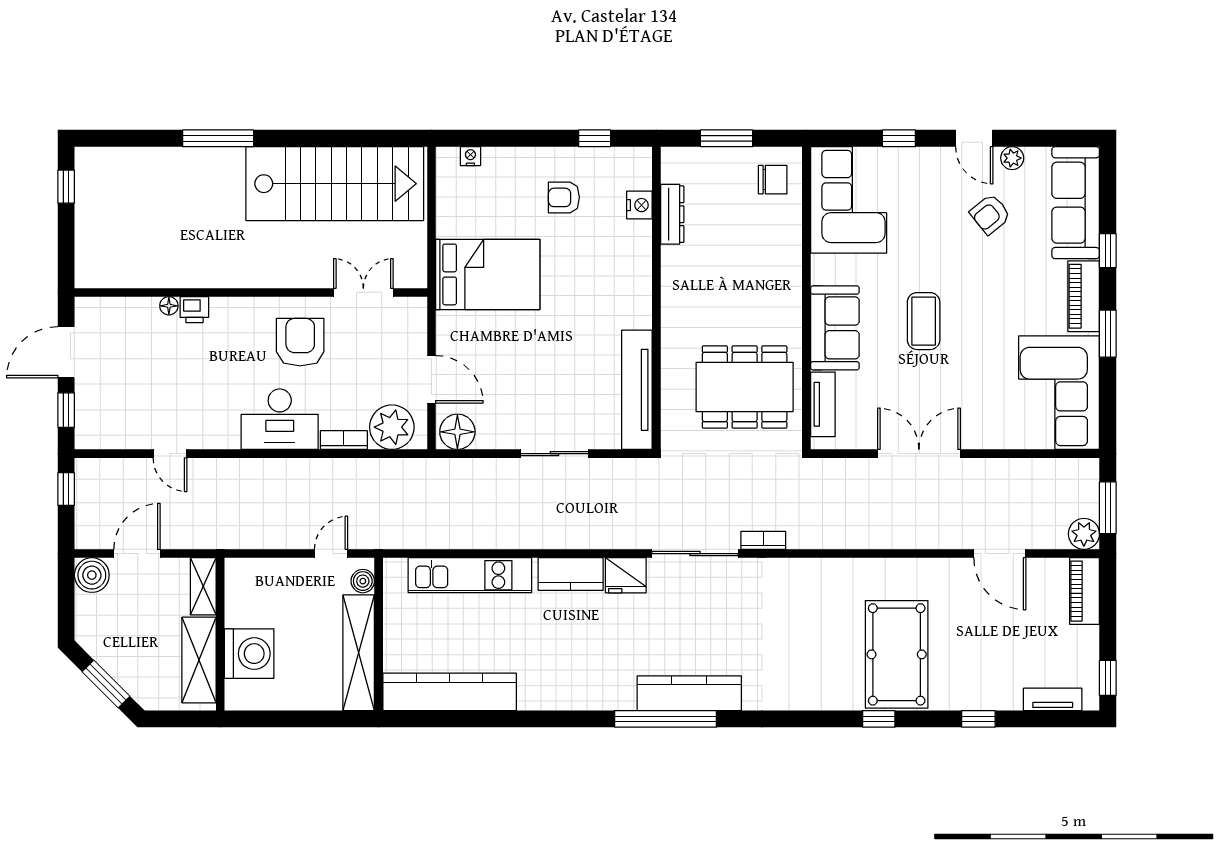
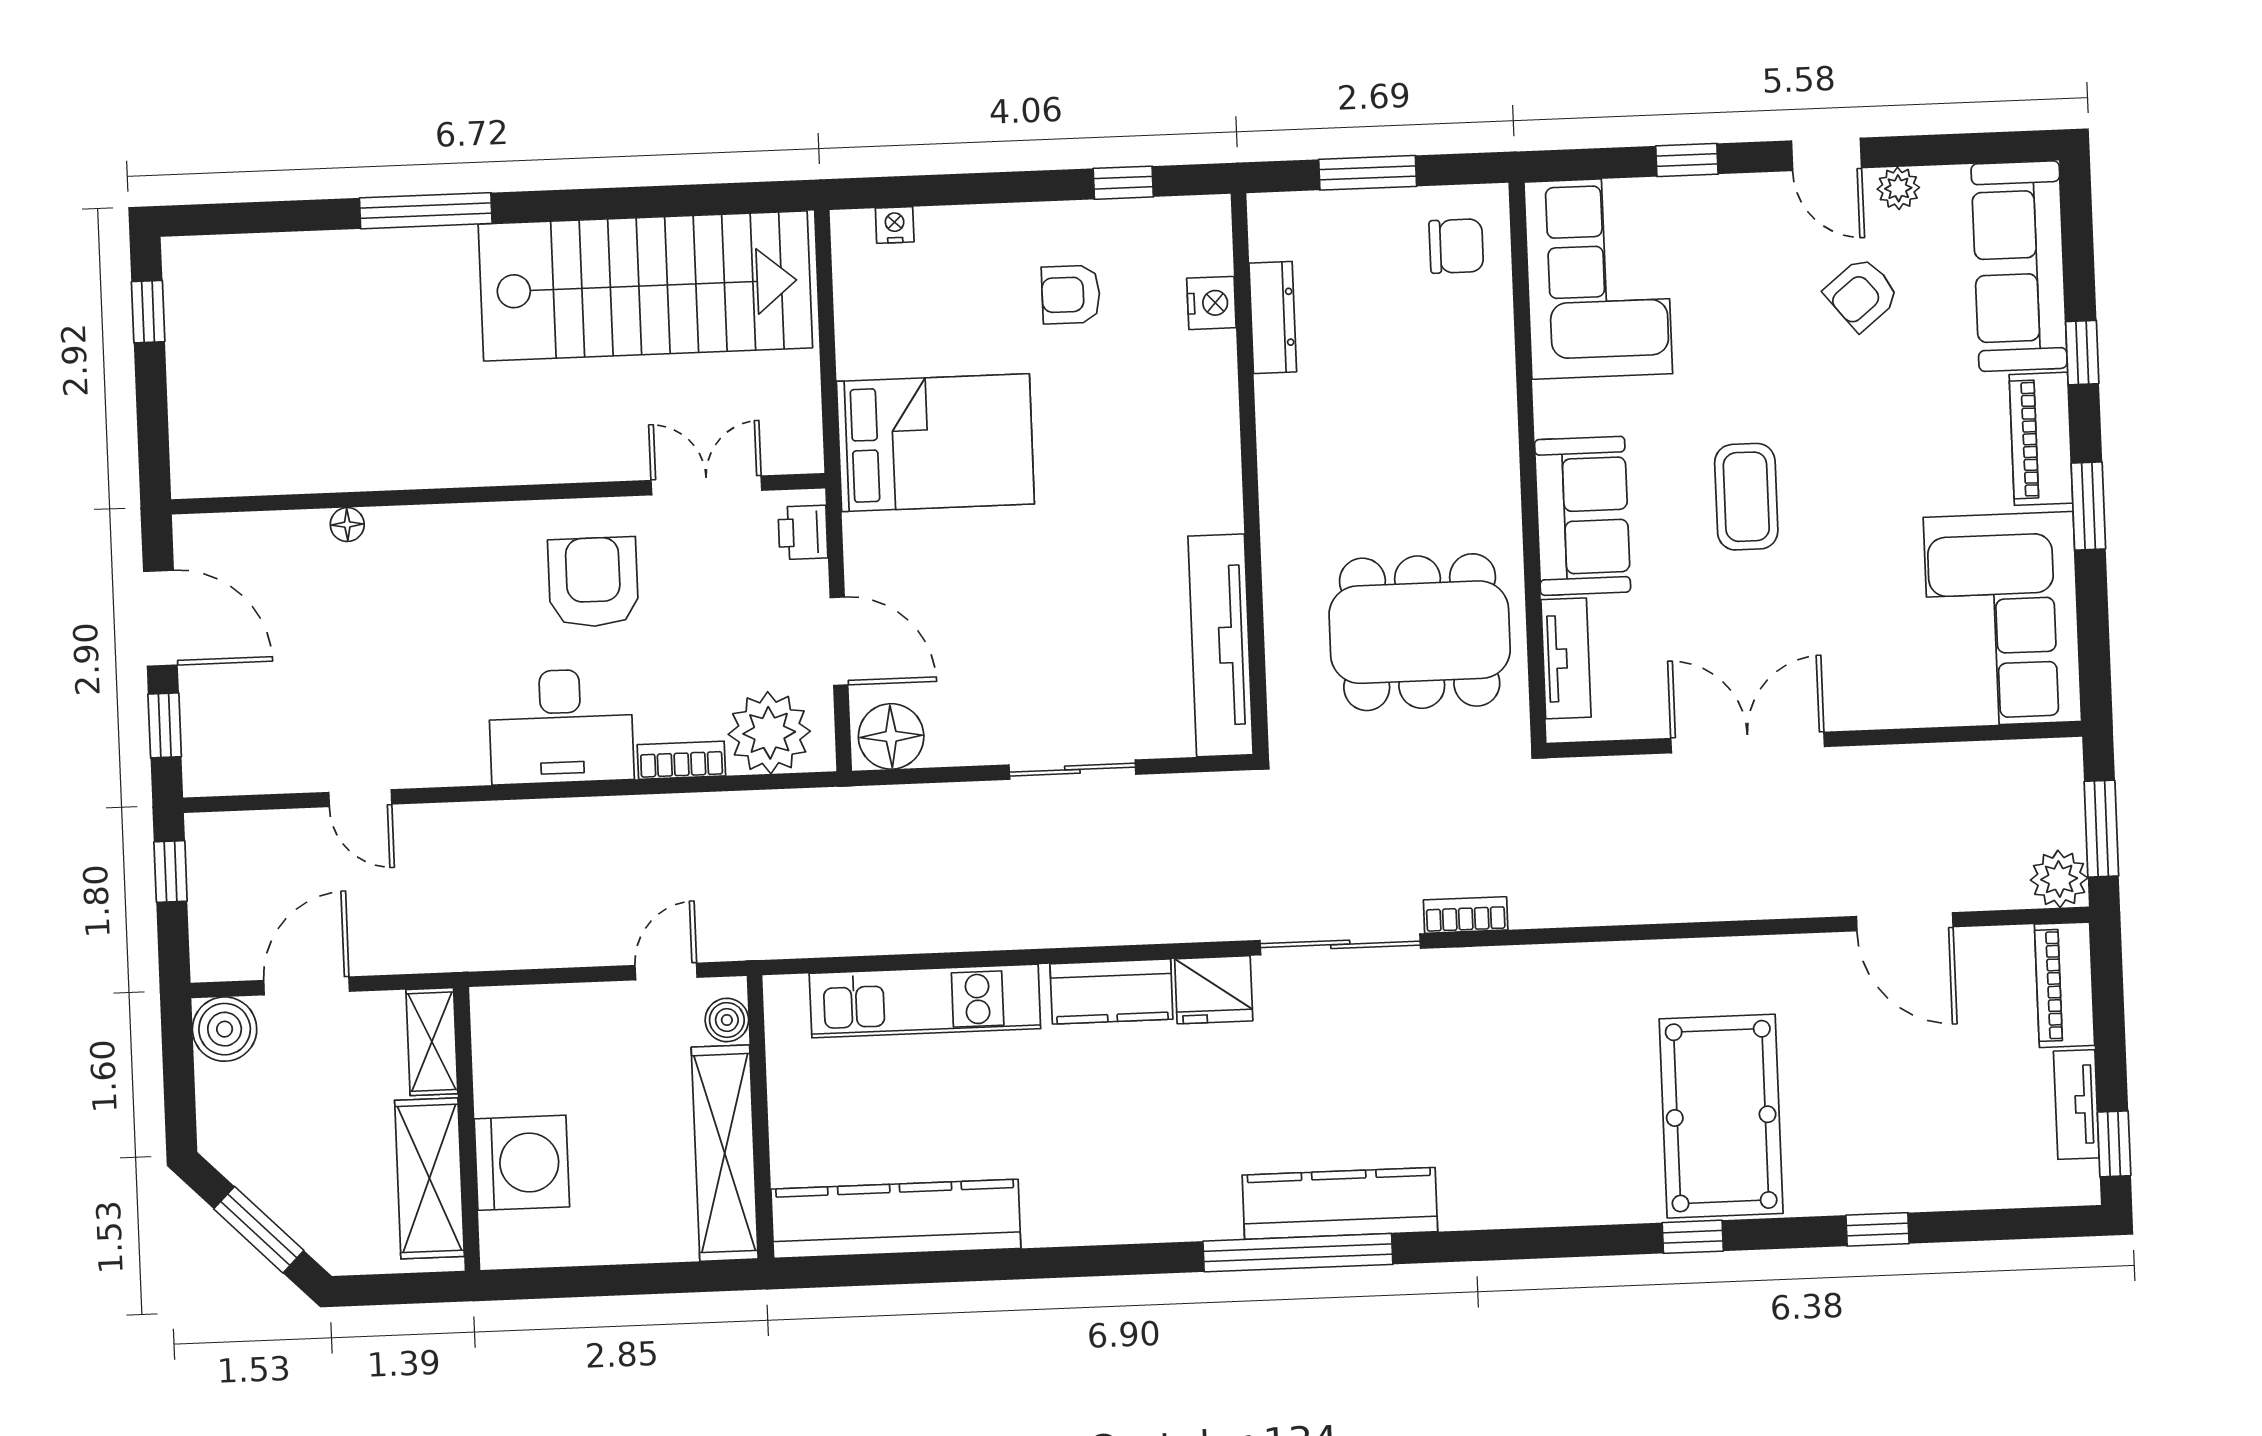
printer: (194, 310) -> (803, 532), moved, turned 90
door: (66, 352) -> (160, 618), swing flipped
tv unit: (1053, 699) -> (2076, 1105), moved, turned -90

